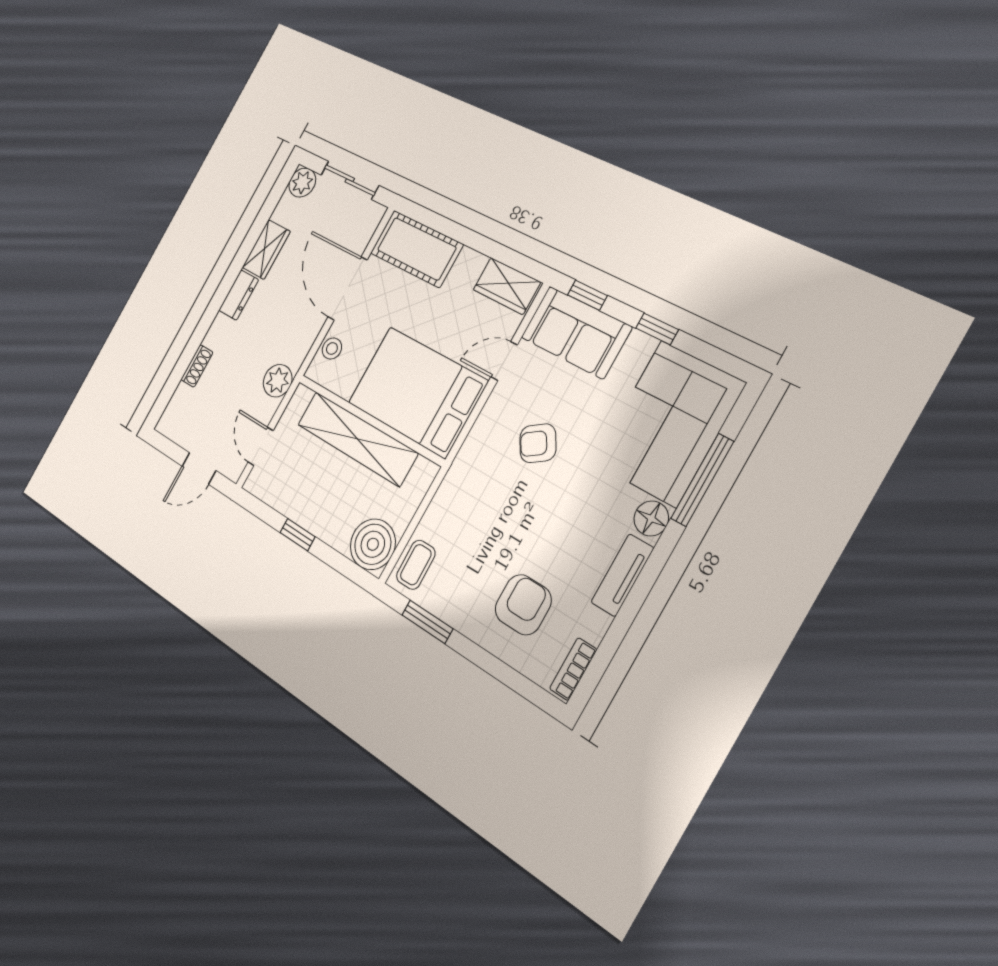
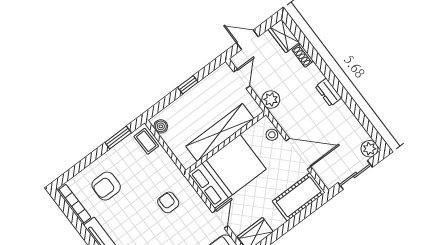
wardrobe: (266, 249) -> (284, 36), moved
armchair: (538, 443) -> (168, 202), moved, turned -57
door: (261, 446) -> (242, 79), hinge flipped
door: (199, 468) -> (247, 40), hinge flipped
boiler: (373, 544) -> (161, 126), width x0.54, depth x0.54
armchair: (523, 605) -> (106, 186), turned 90
bookcase: (573, 669) -> (74, 204), width x1.56

